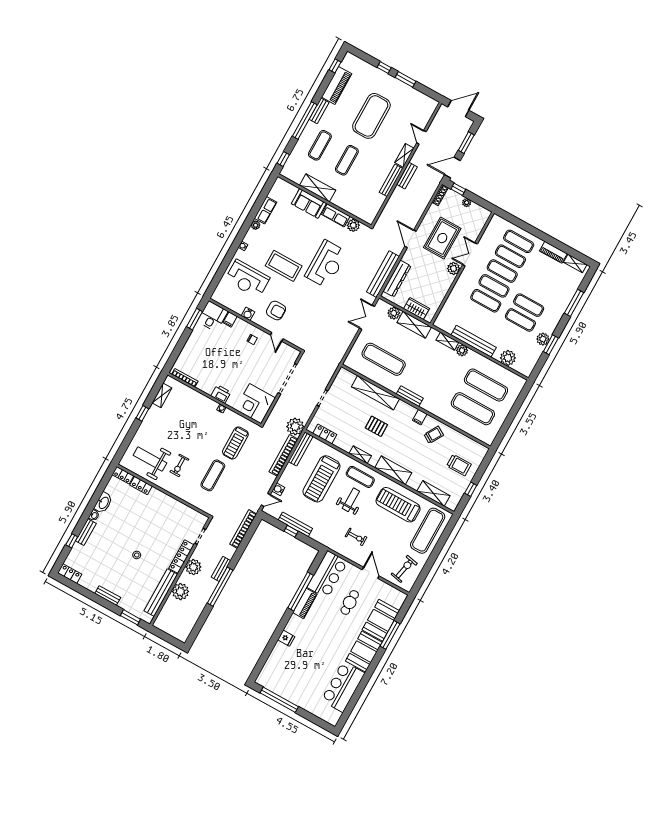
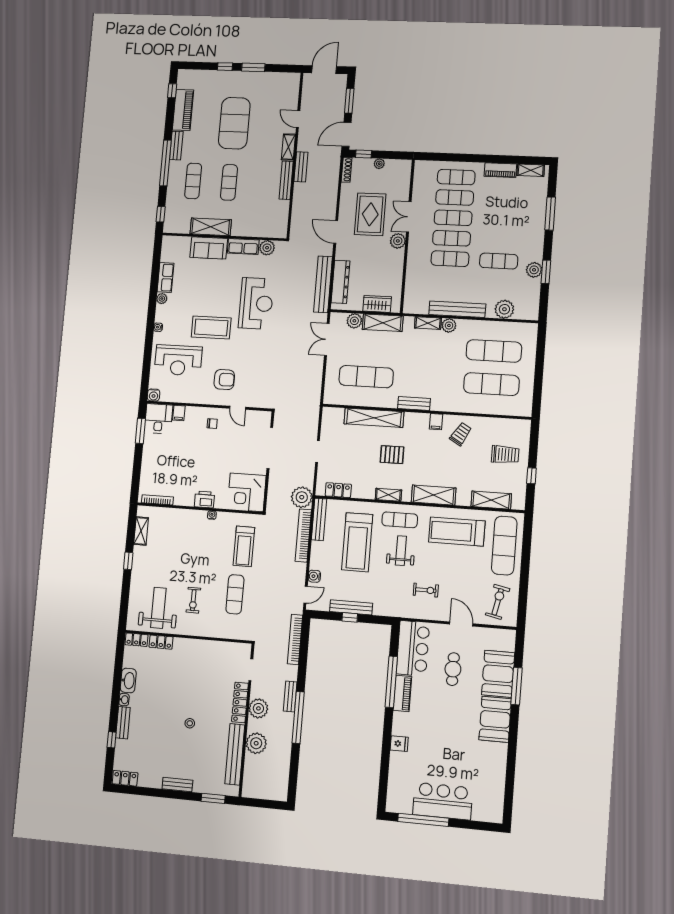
exercise mat: (529, 305) -> (500, 240), removed
water cooler: (248, 314) -> (154, 395), moved
weight bench: (150, 459) -> (158, 608), turned 90
bar counter: (343, 687) -> (443, 801), moved, turned 90

